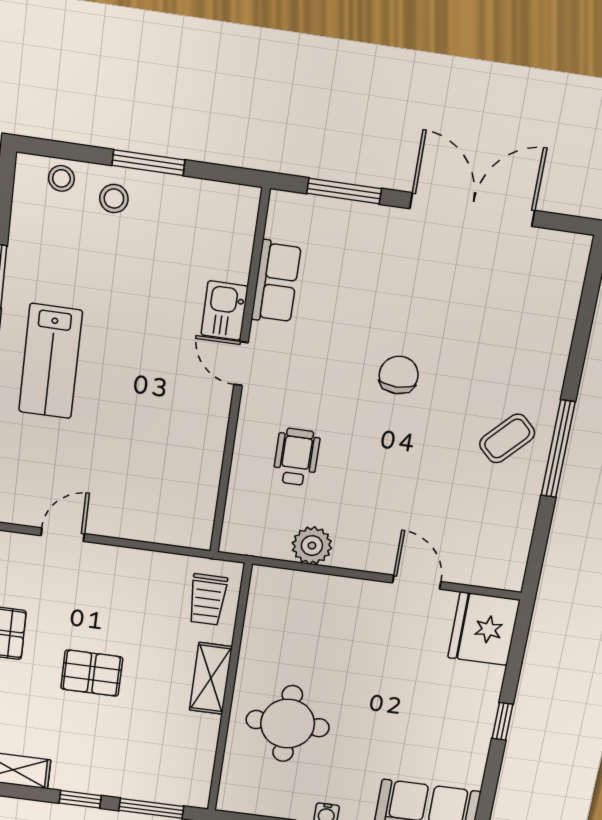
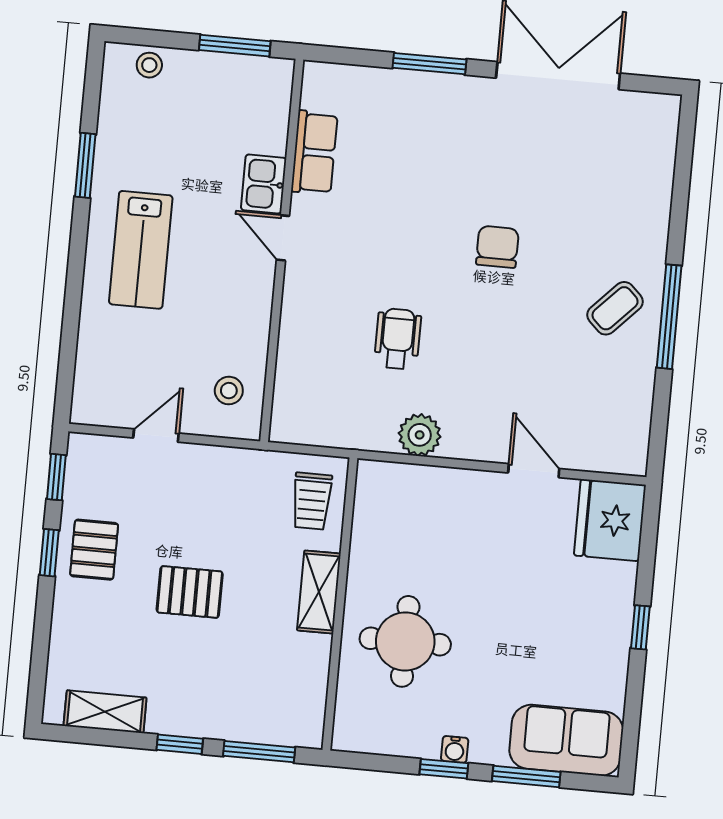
stool: (114, 199) -> (229, 391), moved
row of seats: (276, 282) -> (314, 152), moved
kitchen sink: (224, 311) -> (264, 184), moved
door: (241, 364) -> (283, 238), moved
wall: (239, 376) -> (282, 250), moved

